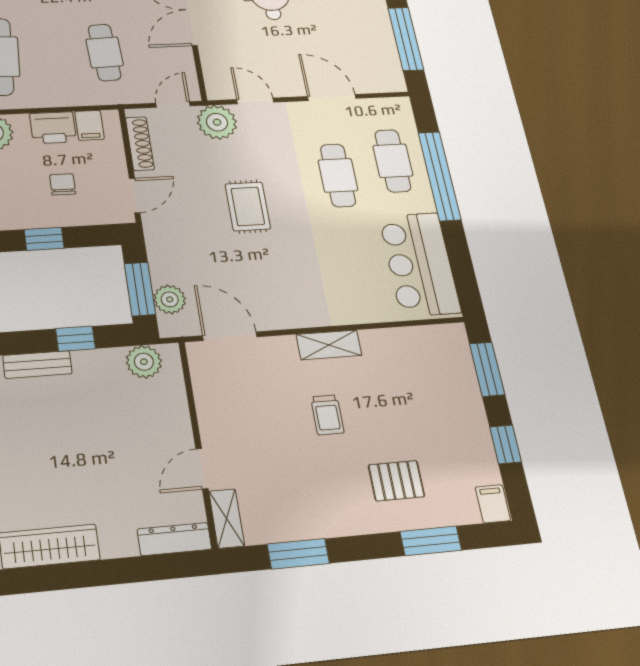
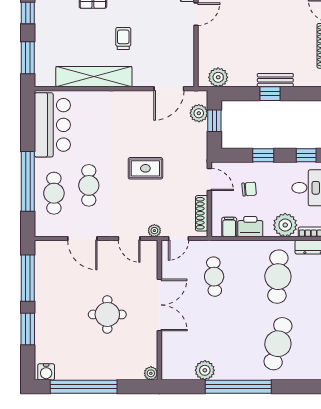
plant: (217, 122) -> (154, 231), width x0.53, depth x0.53
chair: (63, 184) -> (249, 189), turned -95
door: (135, 196) -> (209, 179), swing flipped
rug: (248, 206) -> (145, 168), turned 90
window: (140, 289) -> (214, 121), width x0.67
door: (230, 336) -> (169, 89), hinge flipped
window: (75, 339) -> (270, 94), moved
shelving: (329, 345) -> (94, 77), width x2.20, depth x1.33

